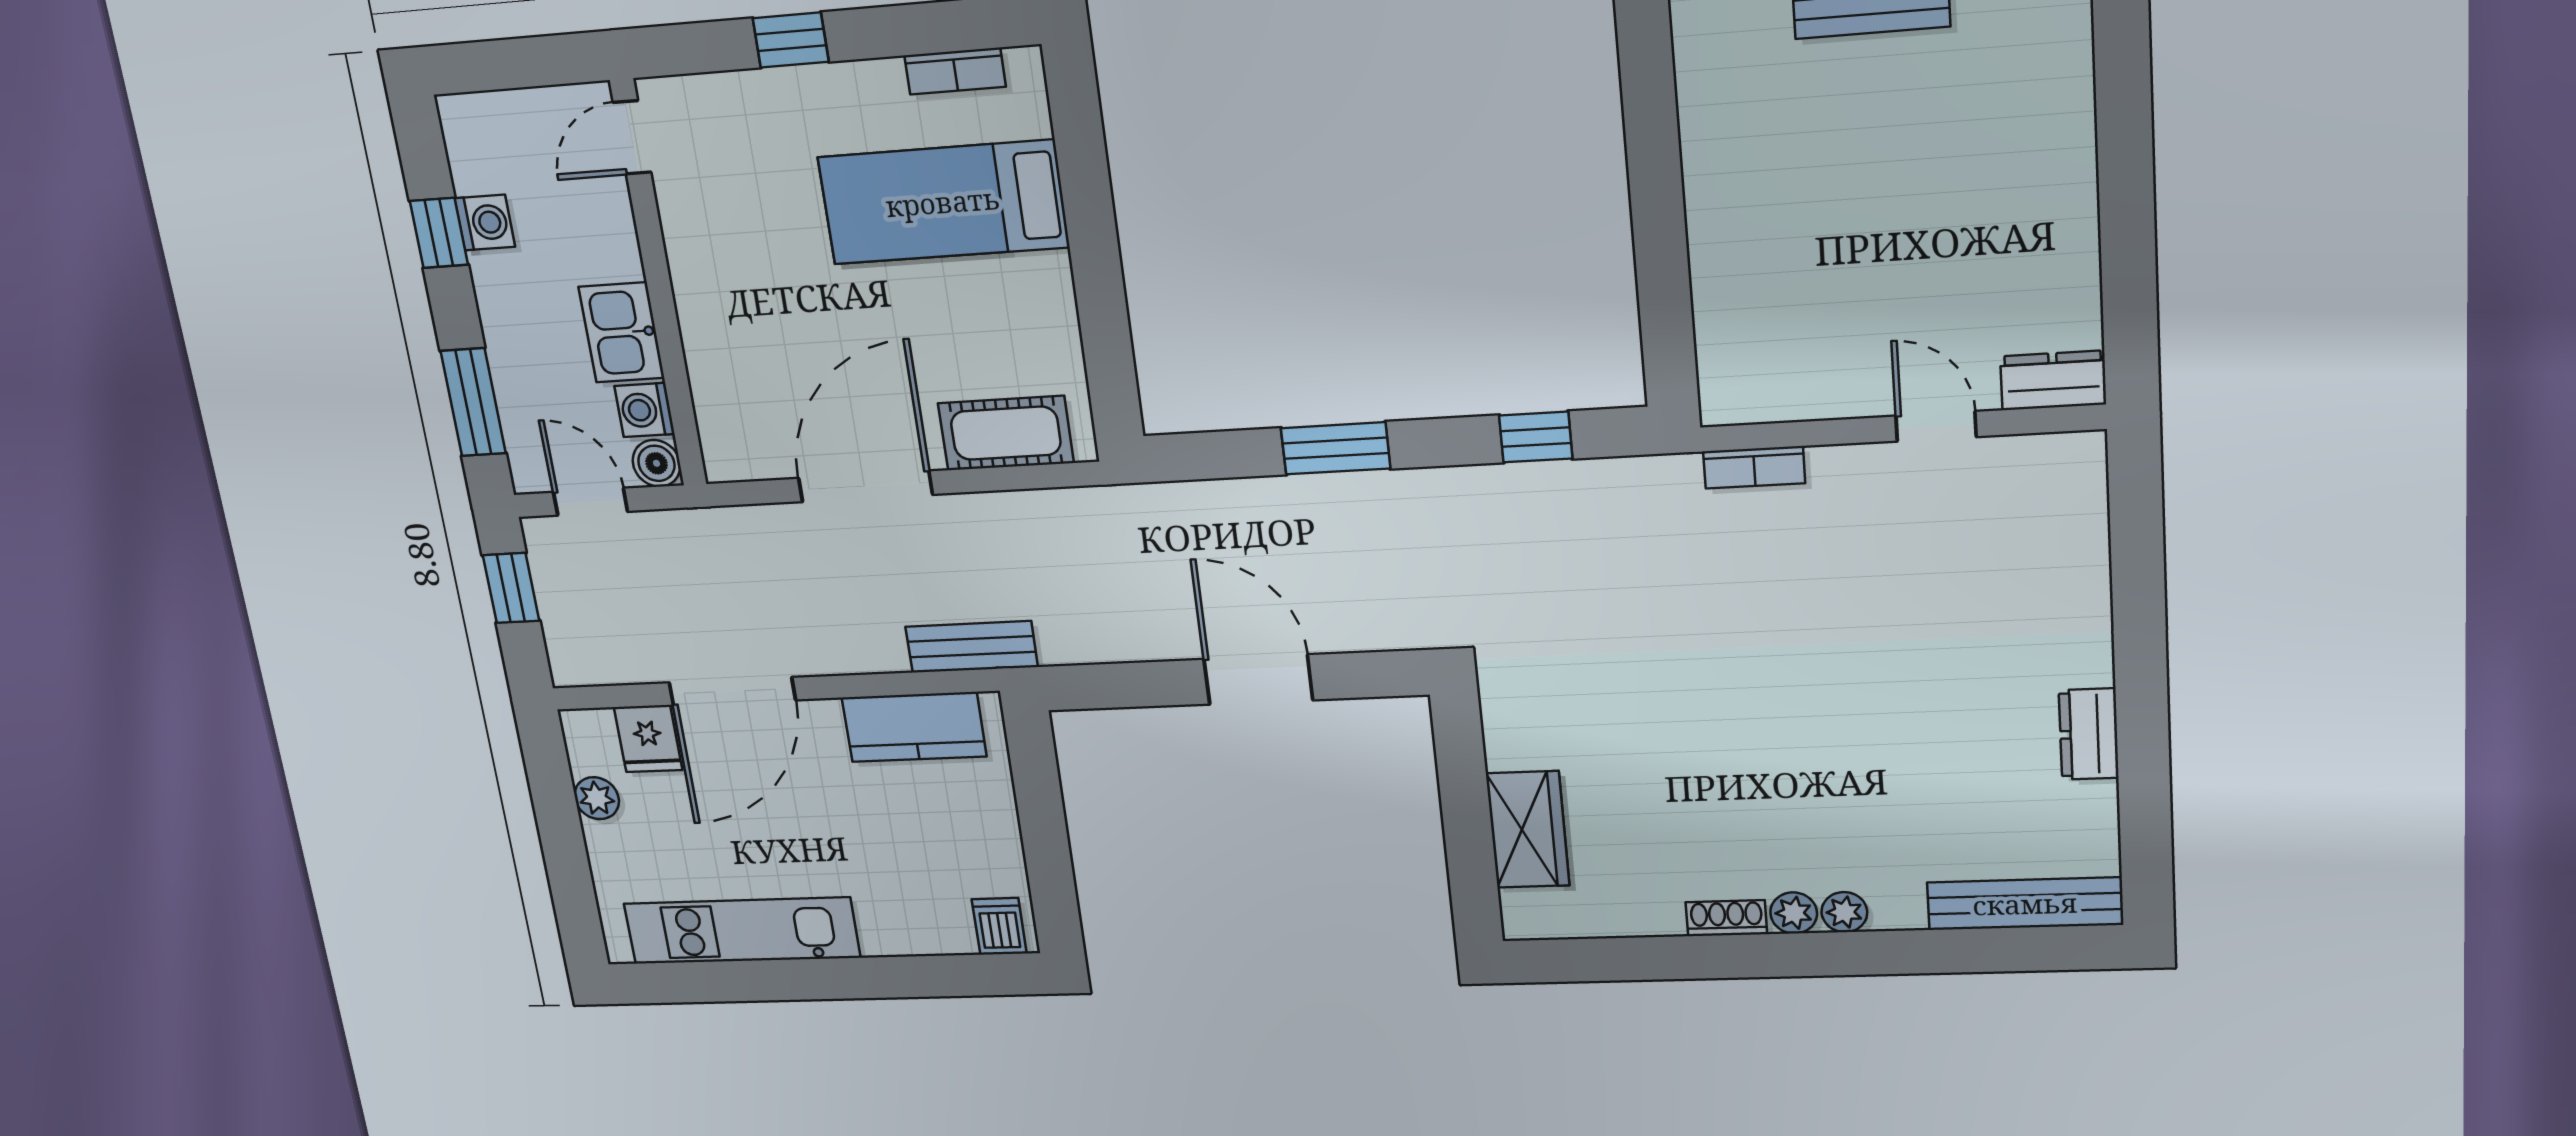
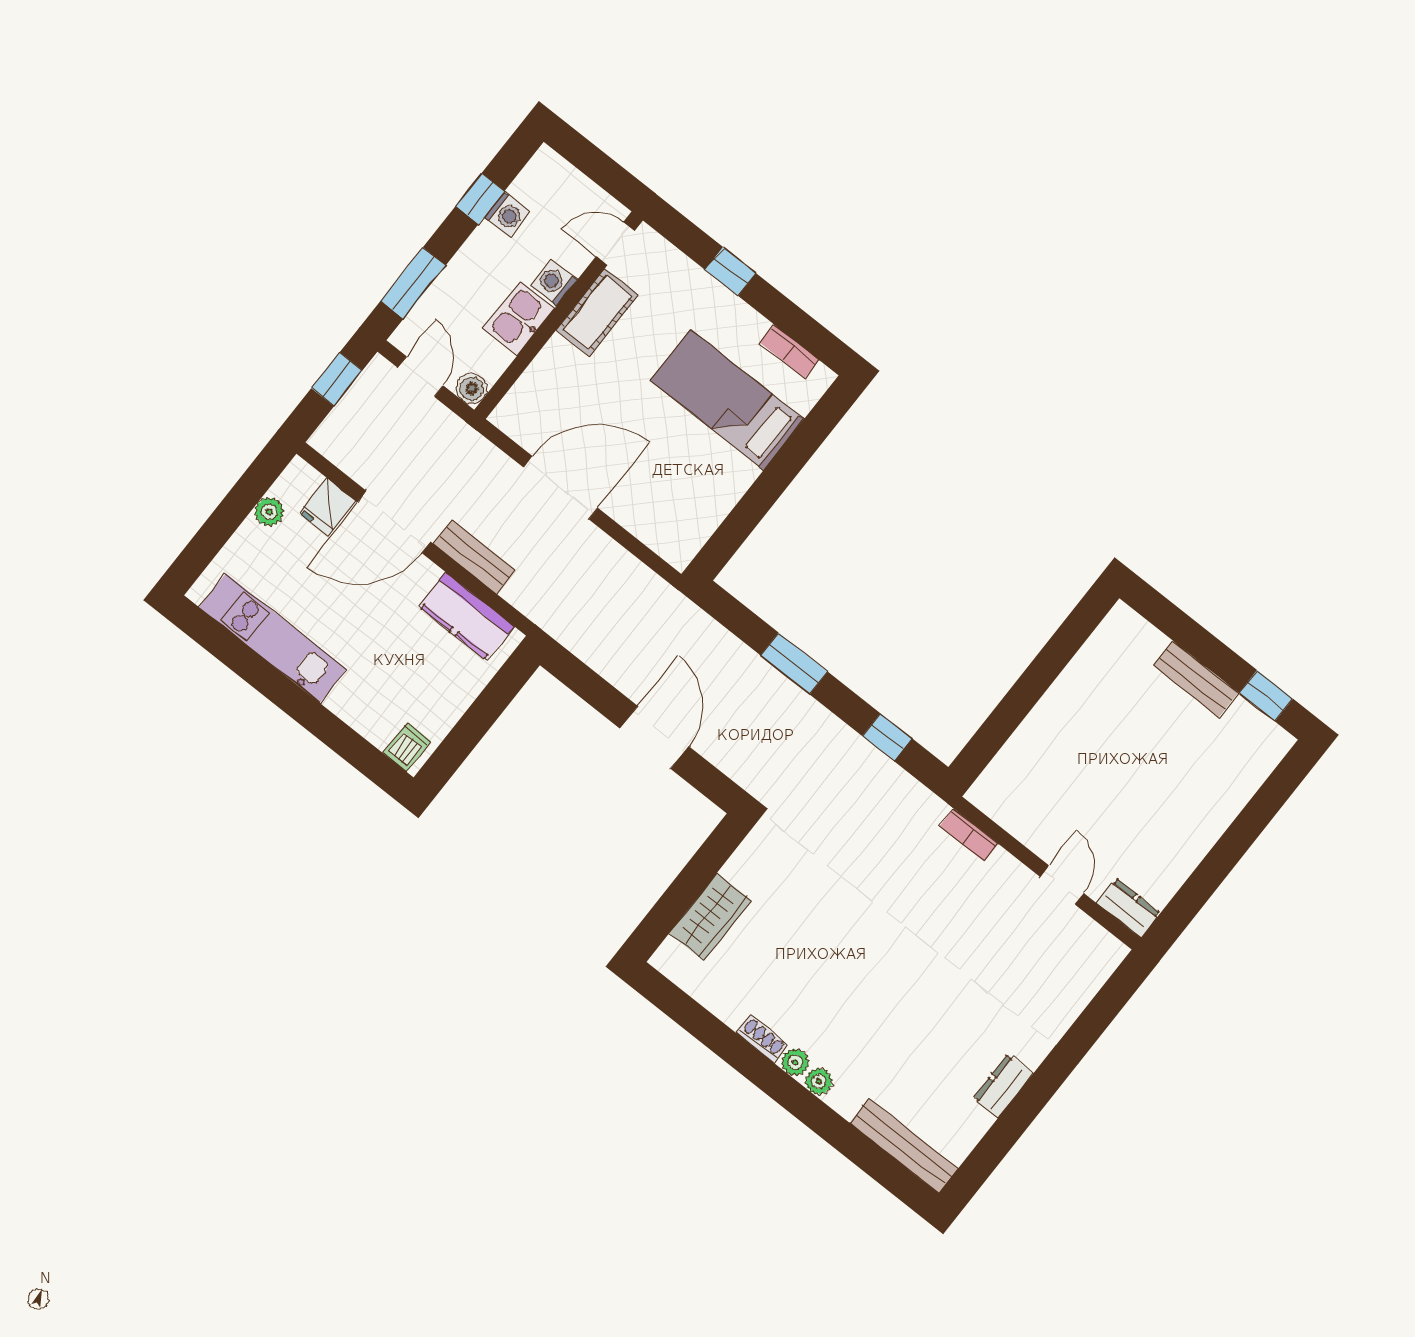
washing machine: (645, 410) -> (554, 283), moved
cot: (1006, 433) -> (597, 312), moved, turned 90
bench: (972, 647) -> (474, 557), moved

